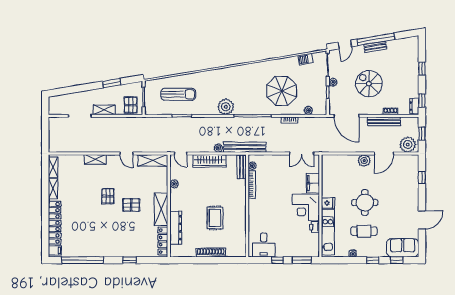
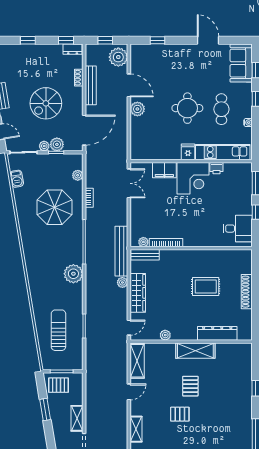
plant: (334, 93) -> (57, 144), added
pallet: (131, 105) -> (58, 385), moved
locker: (163, 241) -> (233, 349), removed

